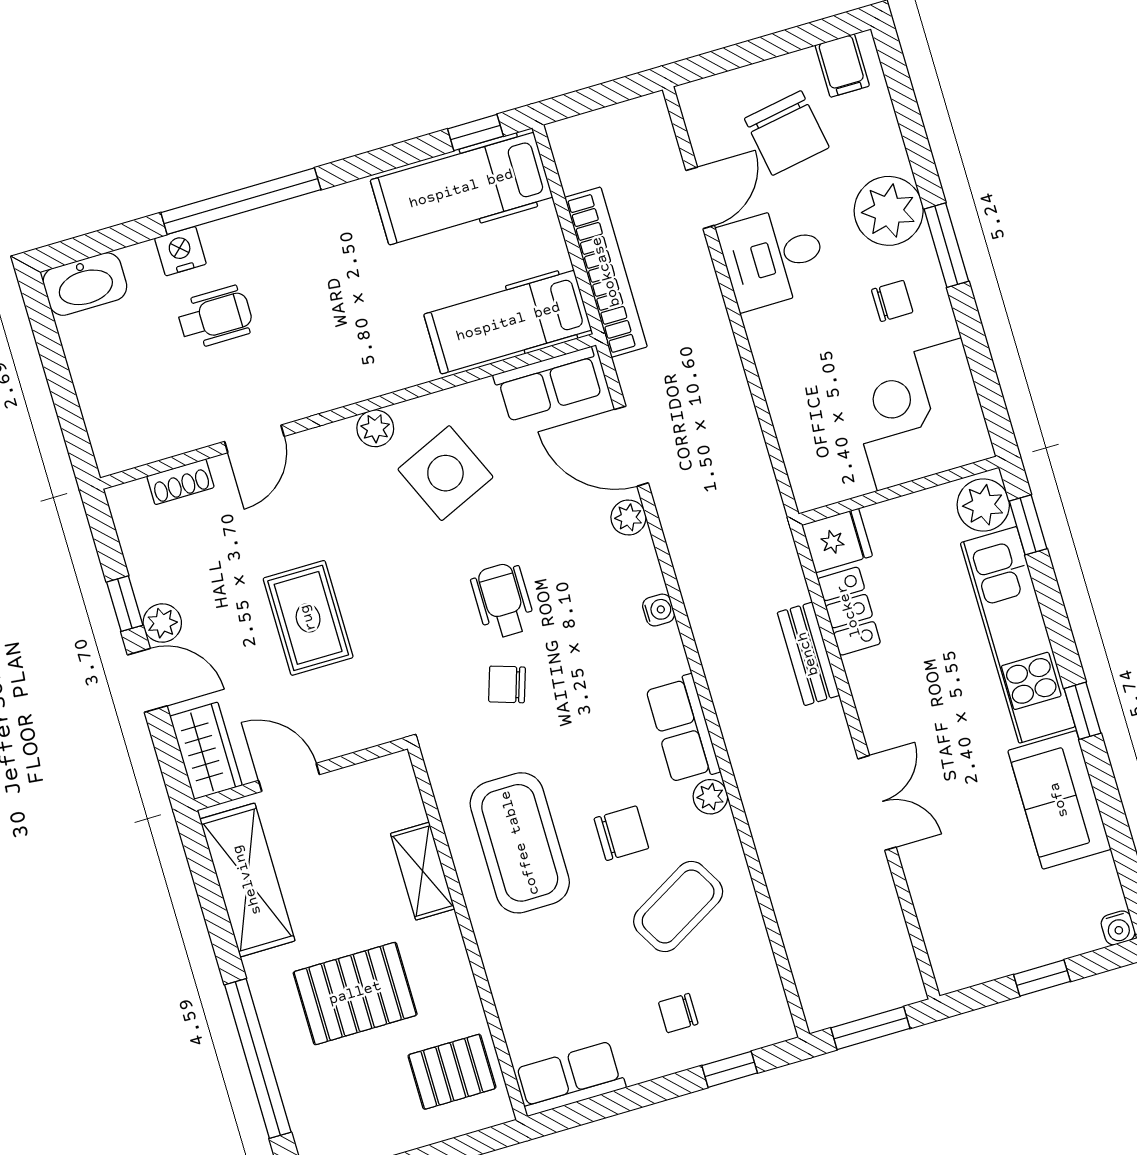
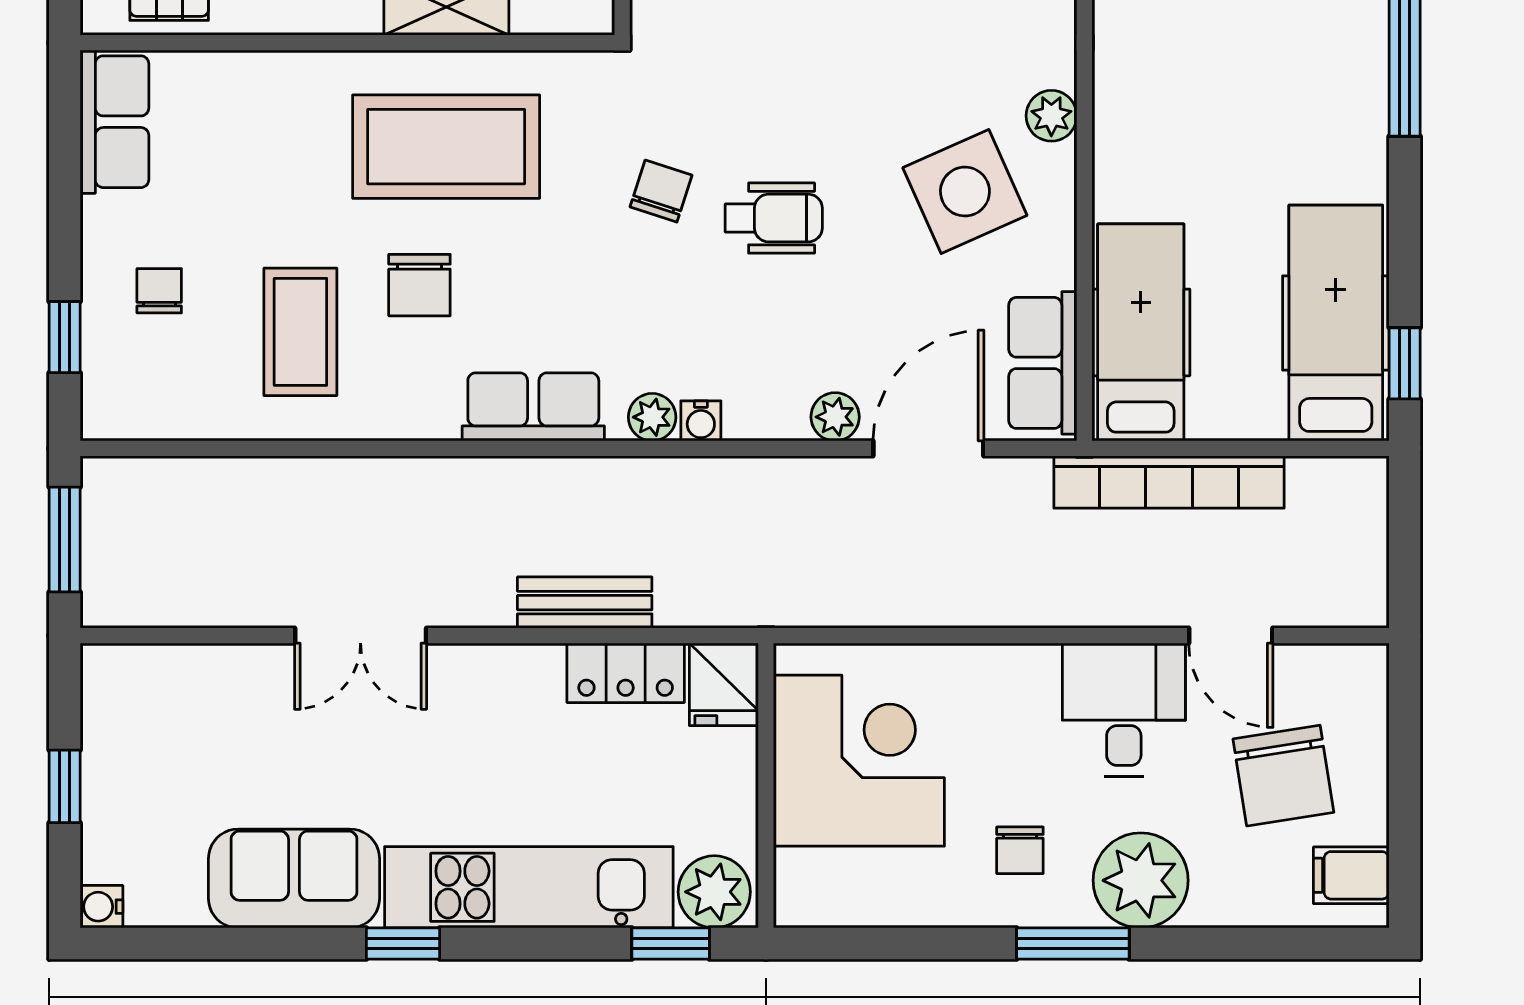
chair: (787, 133) -> (1283, 776), turned -89
corner desk: (919, 414) -> (859, 761), moved
plant: (710, 797) -> (652, 417), moved
coffee table: (678, 907) -> (300, 332), turned 30

